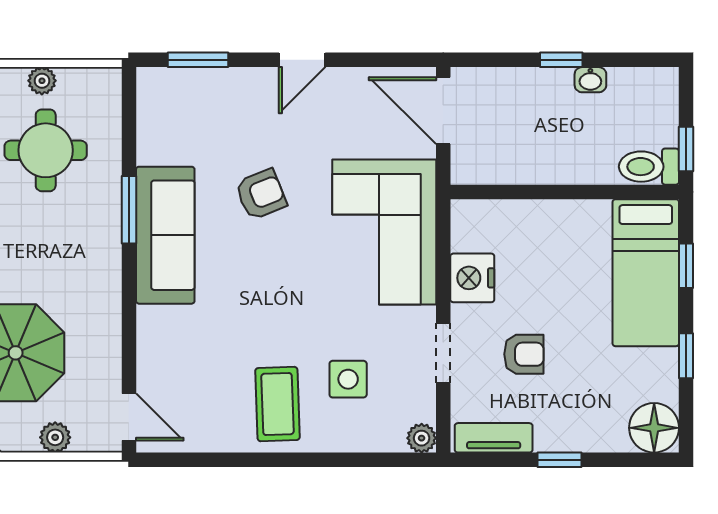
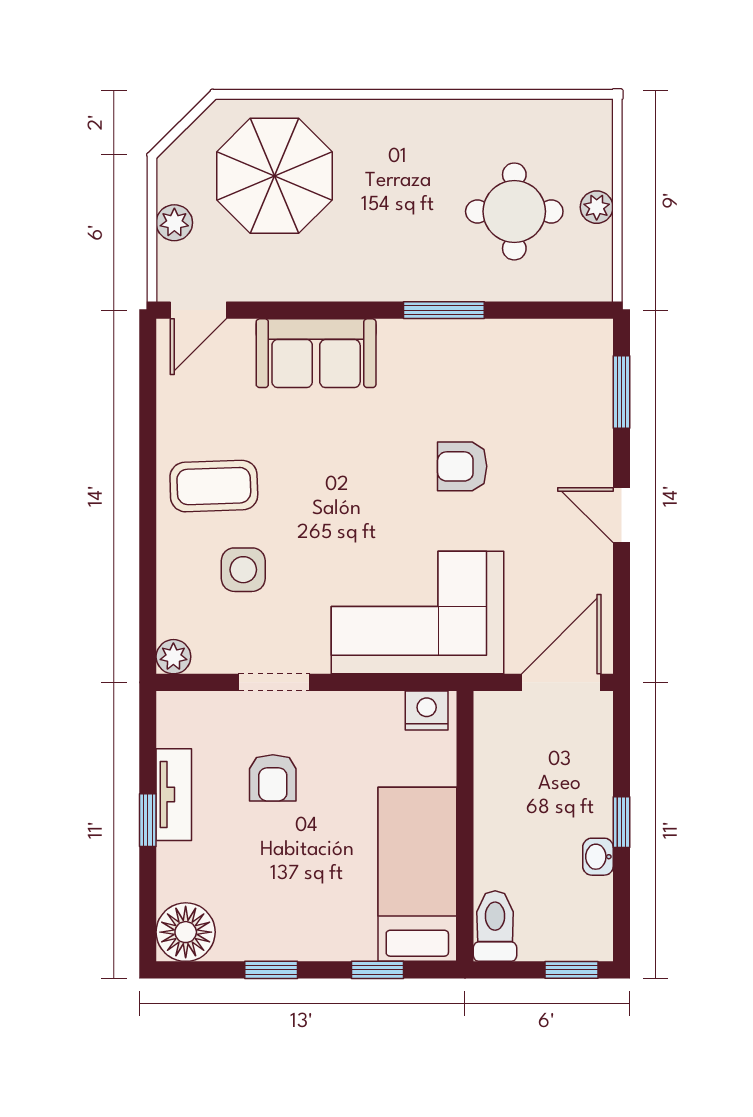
window: (686, 149) -> (572, 970), moved
armchair: (261, 194) -> (462, 466), turned 112
sofa: (165, 235) -> (316, 353), moved, width x0.73
bed: (646, 273) -> (417, 874), moved, turned 90
nightstand: (472, 278) -> (427, 710), moved, width x0.74, depth x0.75
tv unit: (494, 438) -> (174, 795), moved

